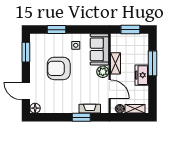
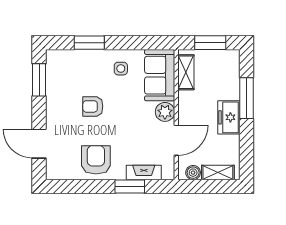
shelving: (115, 63) -> (186, 72), moved
armchair: (59, 68) -> (93, 106), width x0.53, depth x0.53
door: (110, 89) -> (176, 140), hinge flipped
armchair: (61, 101) -> (96, 160), added
floor lamp: (35, 108) -> (54, 172), removed

